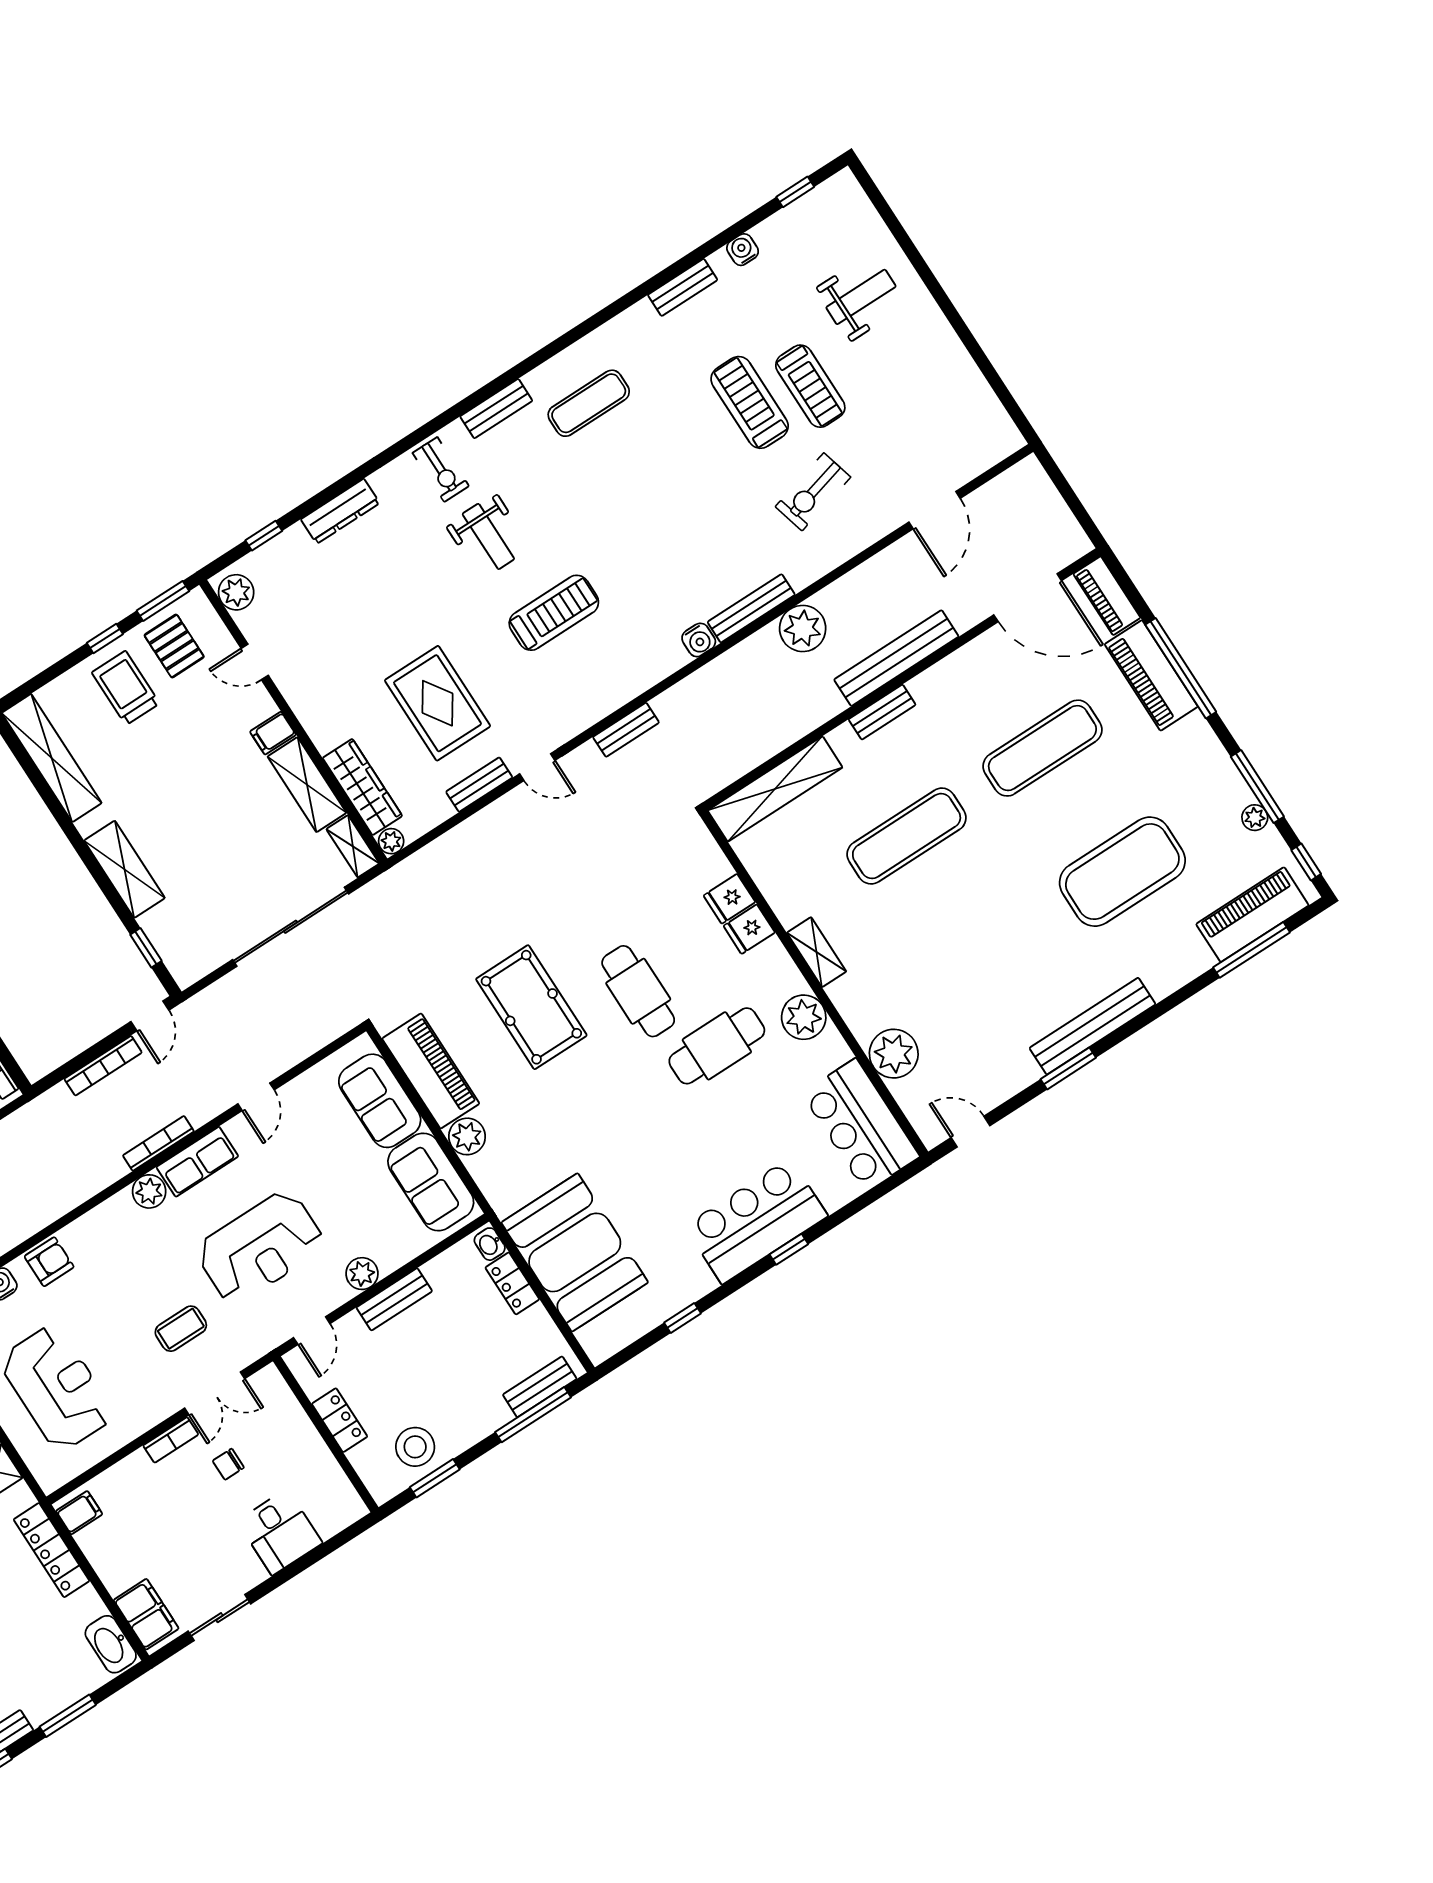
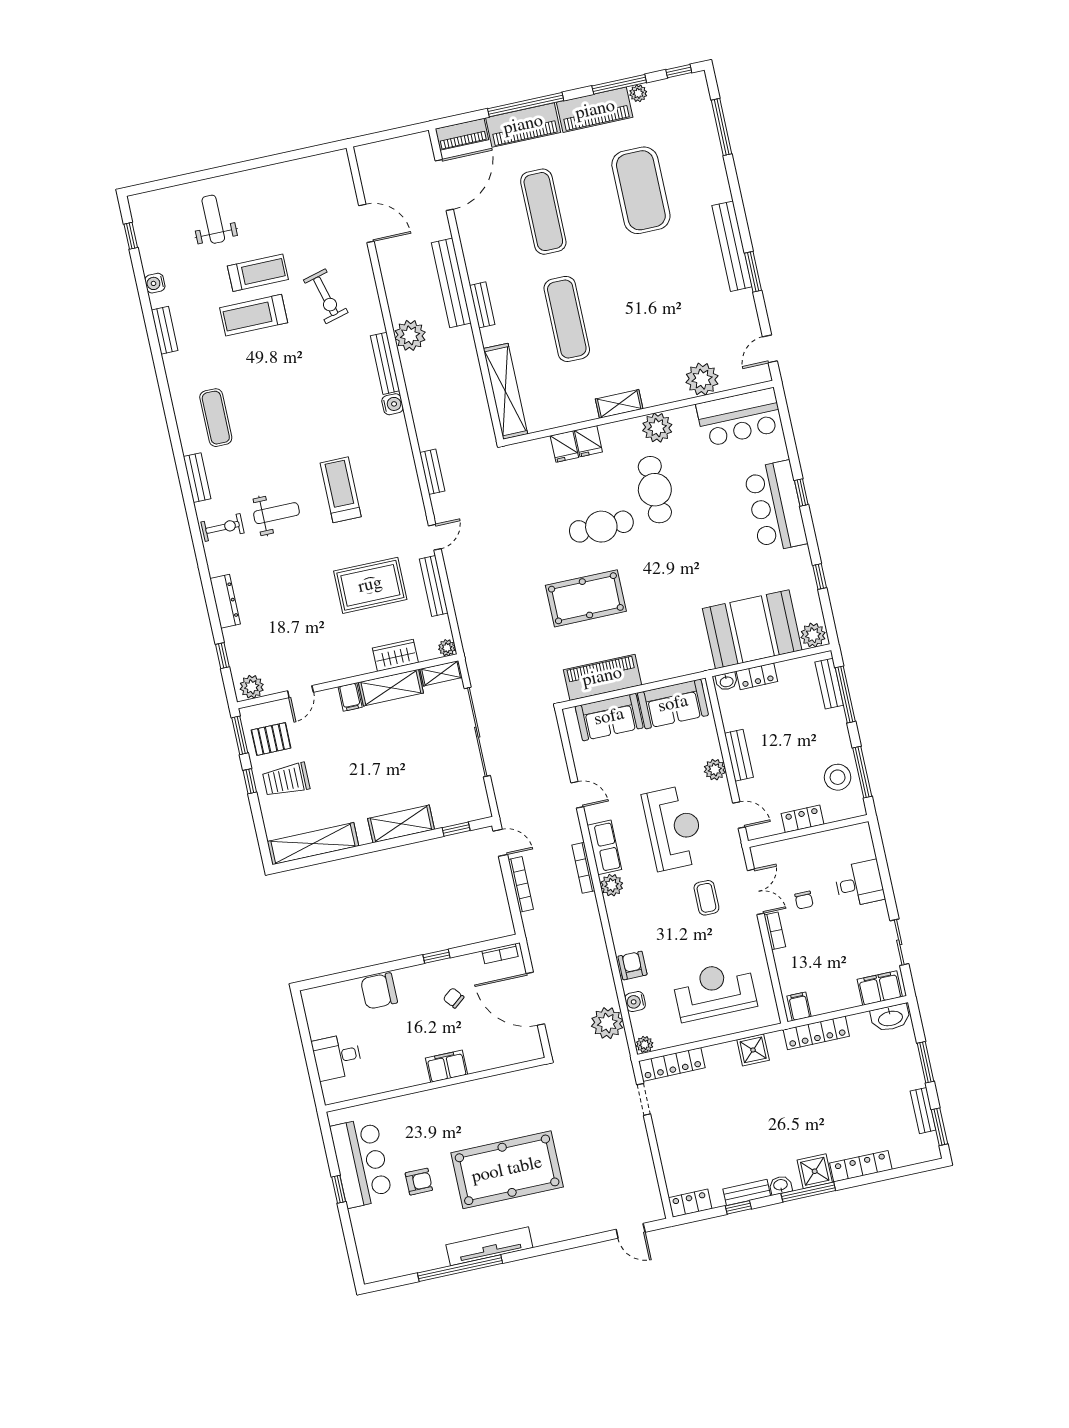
bench: (479, 785) -> (434, 586), width x1.36
wardrobe: (362, 787) -> (395, 655), width x0.67
piano: (1252, 915) -> (595, 110), moved, turned -90
plant: (467, 1136) -> (813, 635), moved
window: (435, 1478) -> (862, 772), width x1.44

